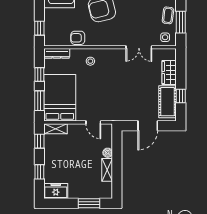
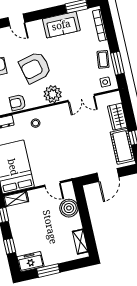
plant: (113, 37) -> (53, 94), added
boiler: (108, 153) -> (69, 208), width x1.86, depth x1.86
shelving: (107, 170) -> (80, 242), moved
window: (89, 203) -> (48, 271), moved

